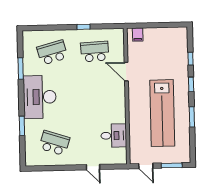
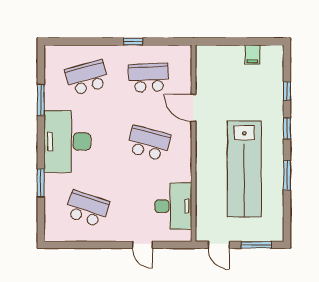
filing cabinet: (138, 35) -> (252, 55), moved
school desk: (96, 97) -> (149, 143), added
desk: (114, 136) -> (173, 206), width x1.37

